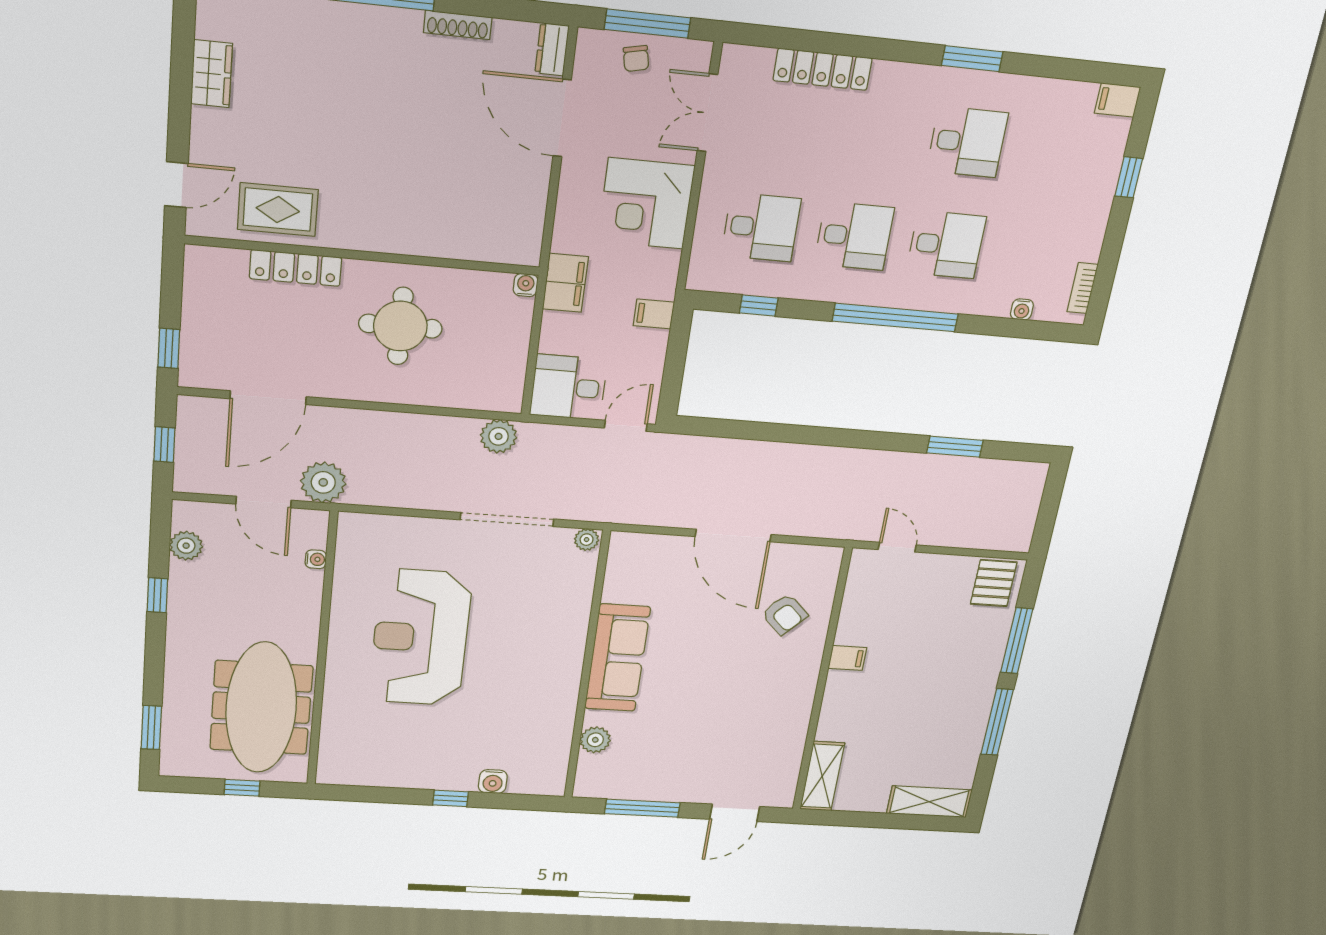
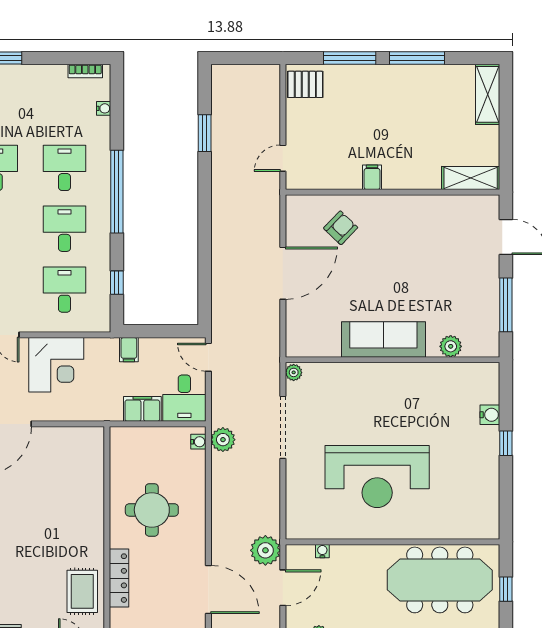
filing cabinet: (565, 283) -> (142, 409), moved
water cooler: (526, 285) -> (198, 442), moved, turned 180

